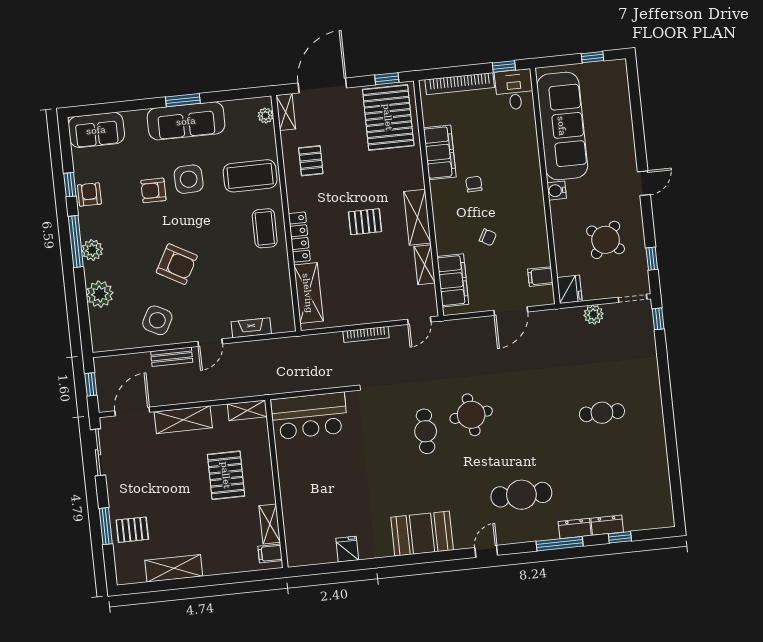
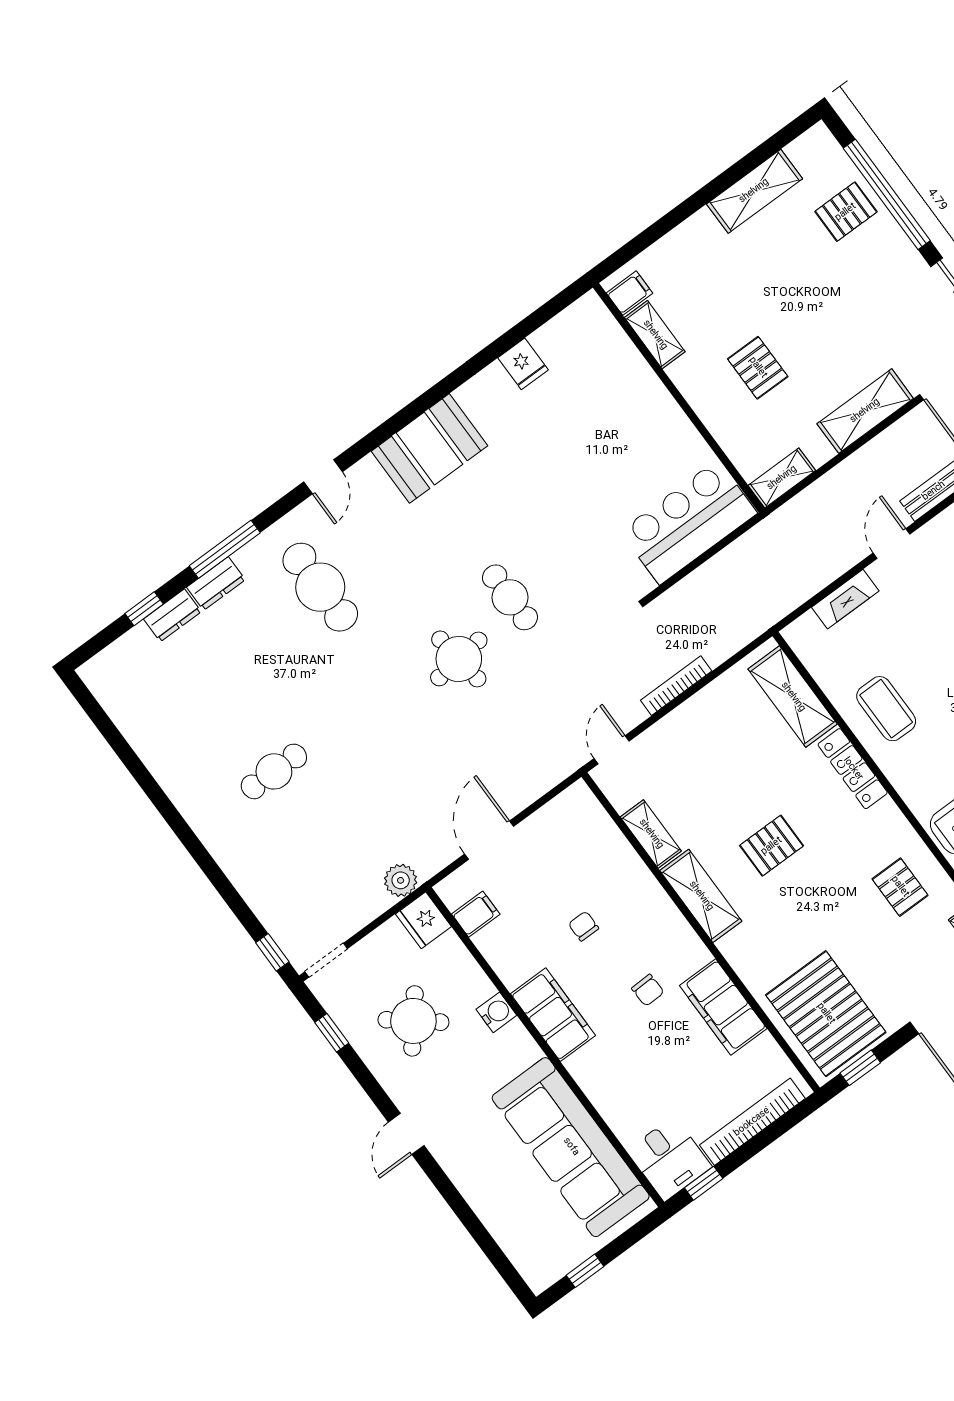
water cooler: (557, 191) -> (496, 1012), moved
coffee table: (265, 228) -> (886, 709), moved
chair: (488, 237) -> (583, 926), turned 61
filing cabinet: (453, 280) -> (553, 1015), moved, turned 180
plant: (594, 315) -> (401, 880), moved
pallet: (226, 475) -> (758, 368), width x0.67, depth x0.71
cafe table: (521, 495) -> (320, 587), turned 90
window: (106, 526) -> (887, 194), width x2.11

